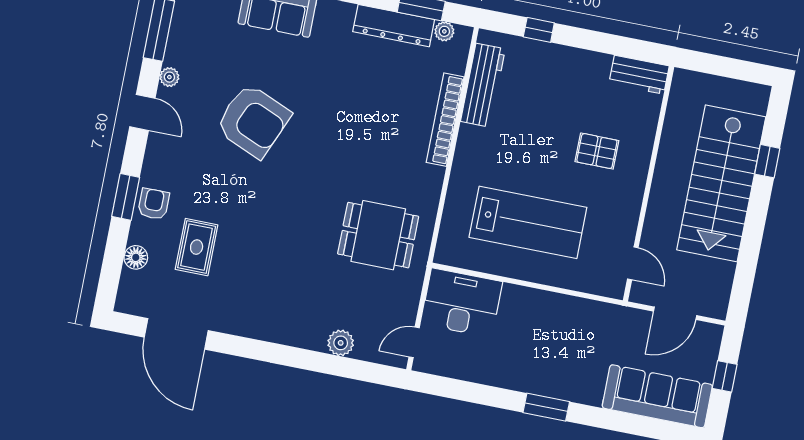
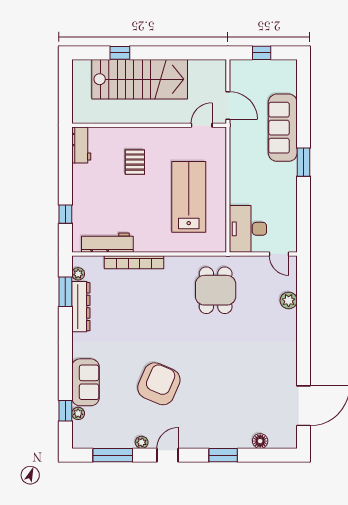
armchair: (154, 204) -> (224, 436), removed
rug: (197, 247) -> (246, 404), removed
door: (675, 313) -> (228, 105), moved
sofa: (657, 396) -> (283, 128), moved

